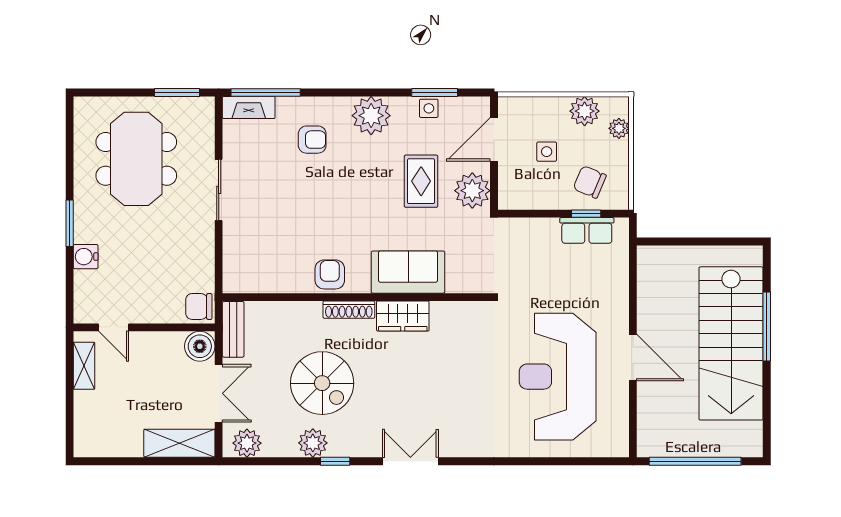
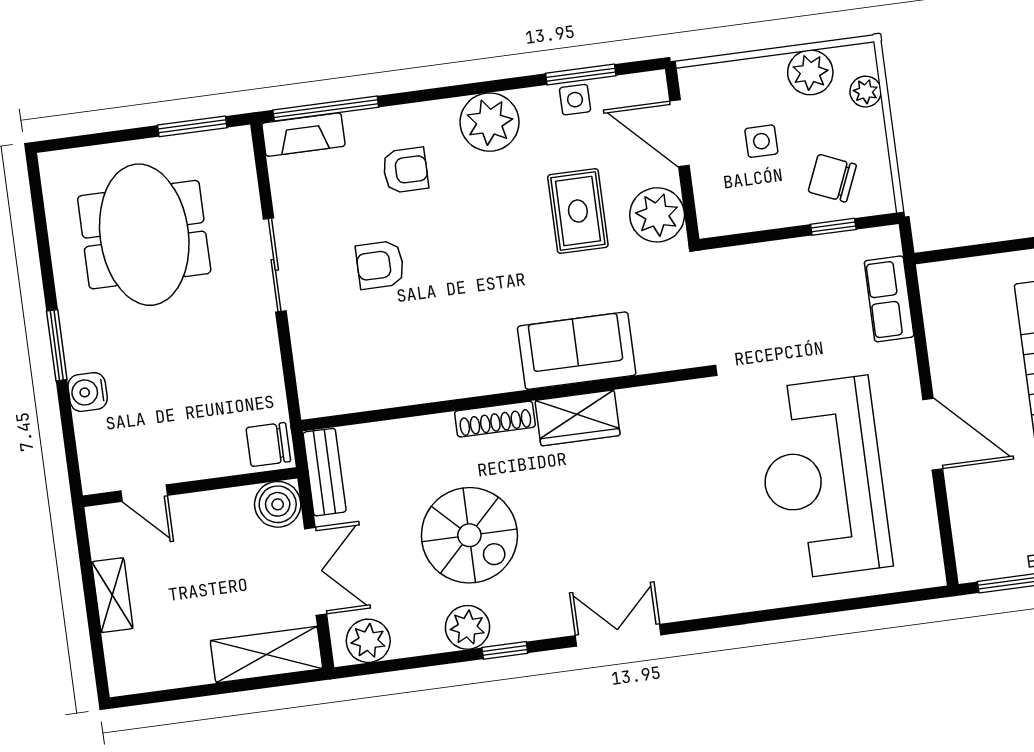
door: (494, 139) -> (679, 133), hinge flipped
row of seats: (587, 230) -> (889, 299), moved, turned 90
armchair: (330, 274) -> (380, 265), moved, turned -90
shelving: (84, 366) -> (112, 595), moved

